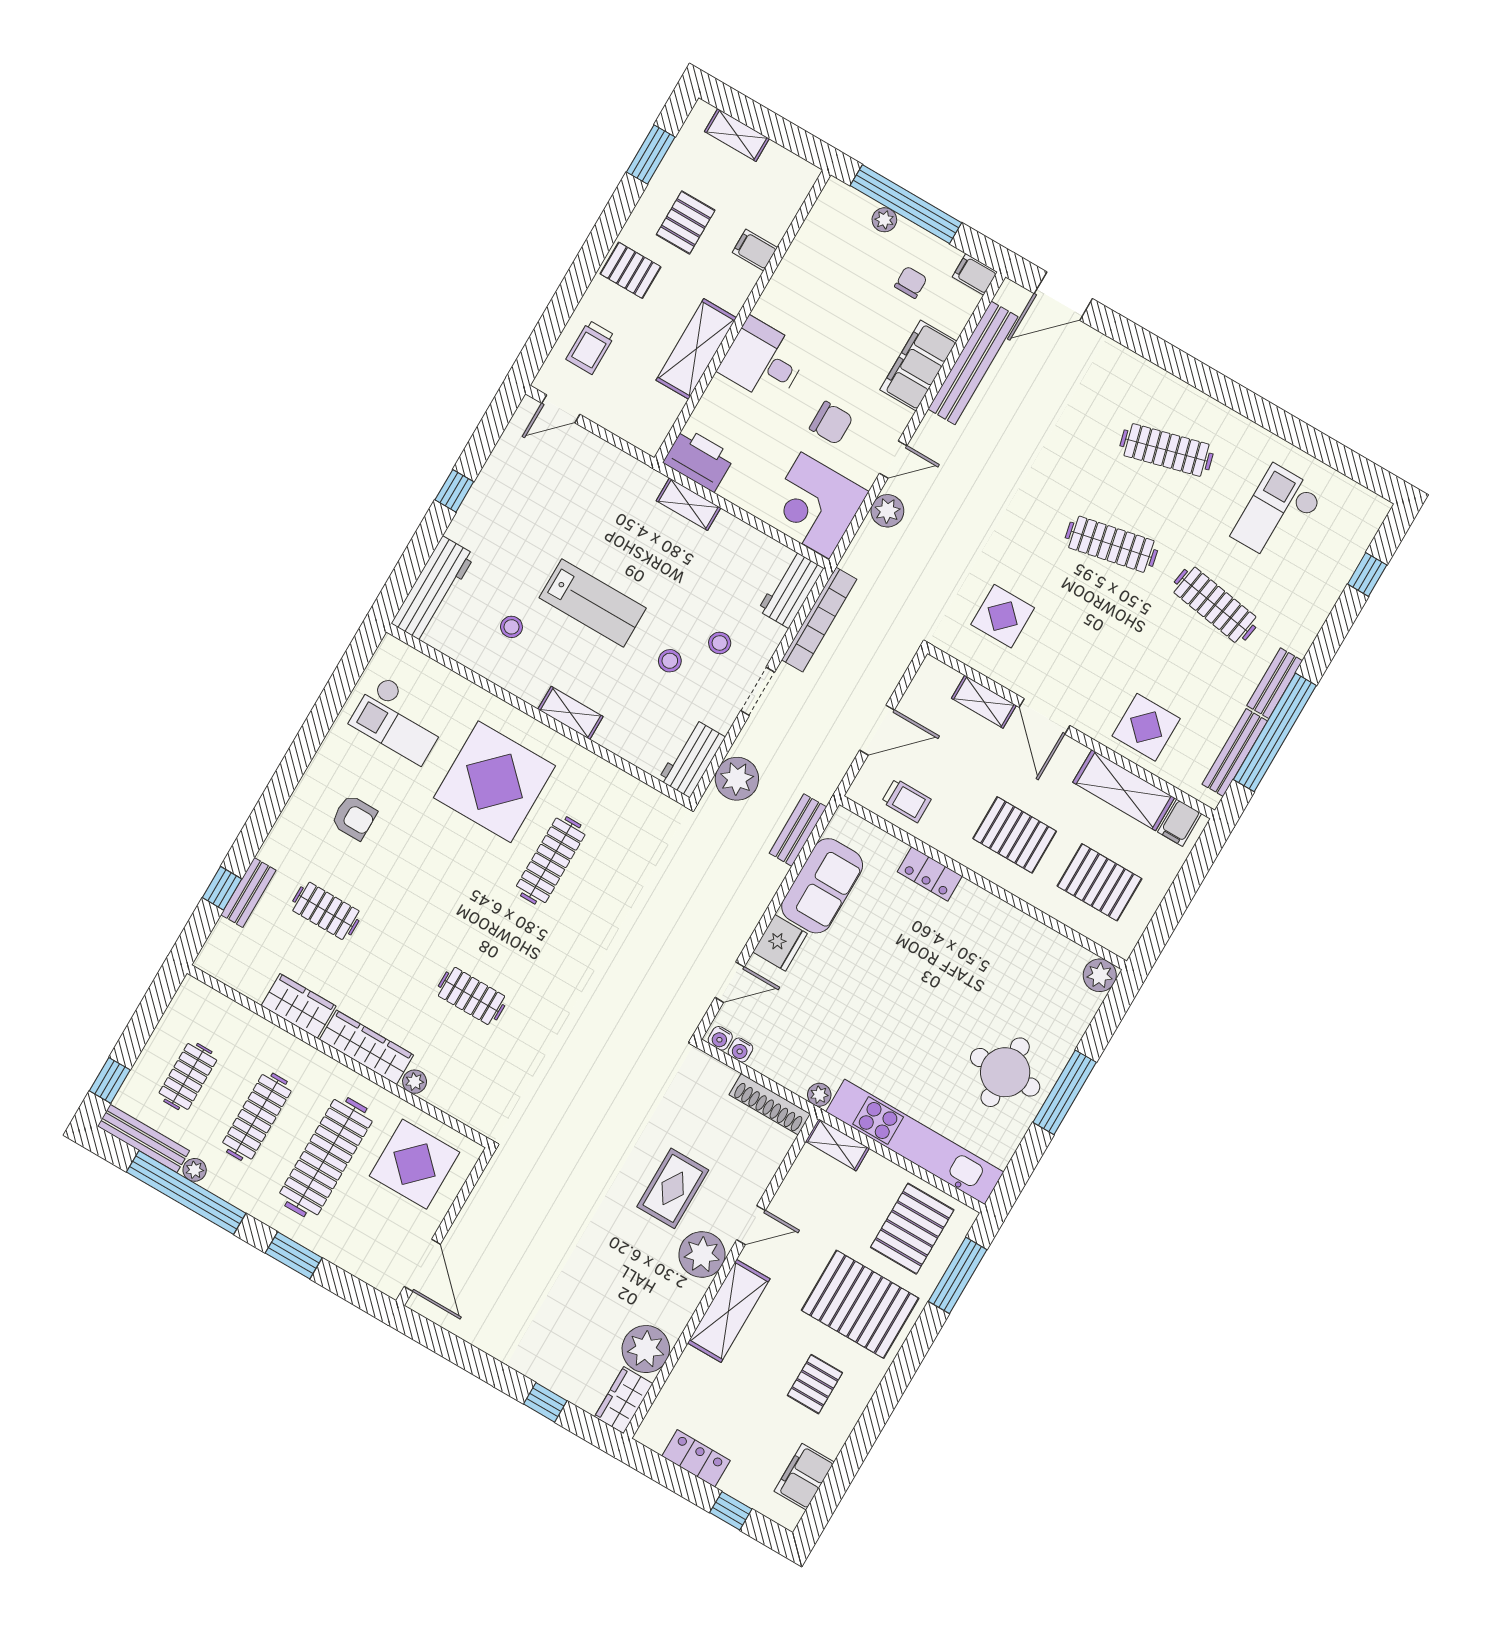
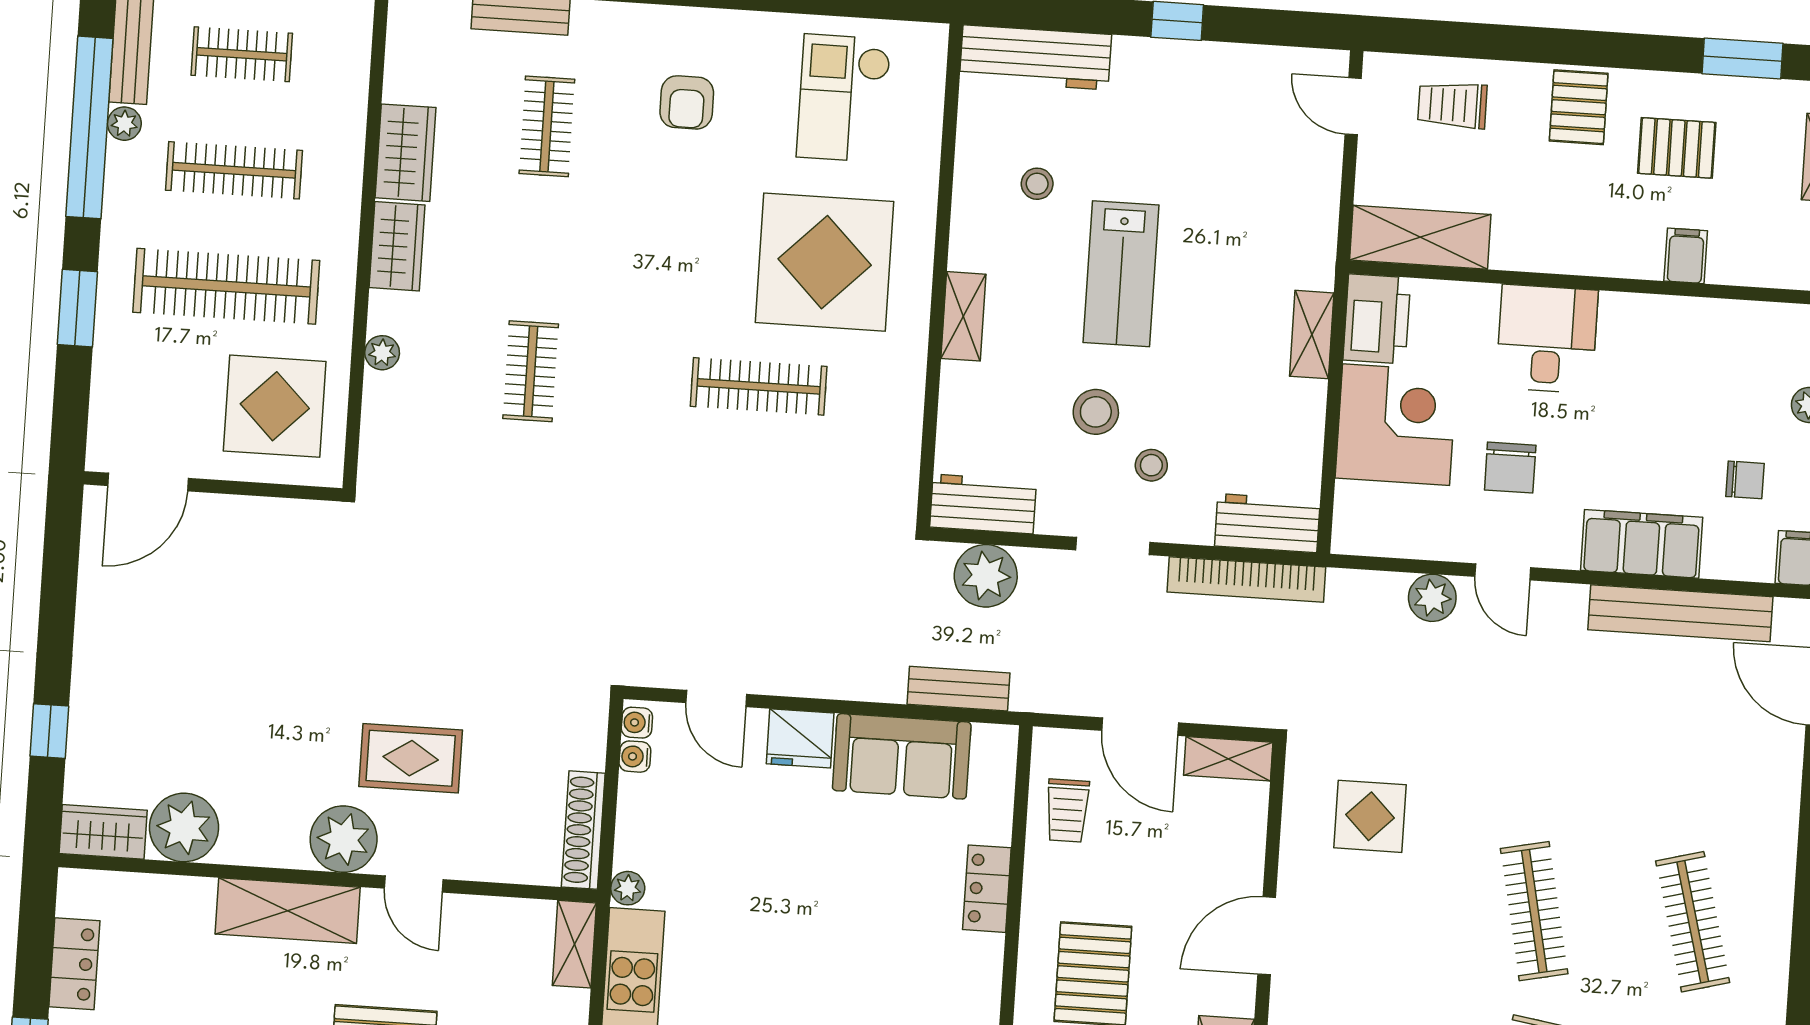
shelving: (696, 349) -> (1420, 237), moved
corner desk: (815, 506) -> (1396, 425), moved, turned 90
stool: (670, 661) -> (1096, 412), width x1.37, depth x1.37
shelving: (984, 702) -> (1228, 759), moved, turned 90
wardrobe: (366, 1047) -> (397, 246), width x0.67

